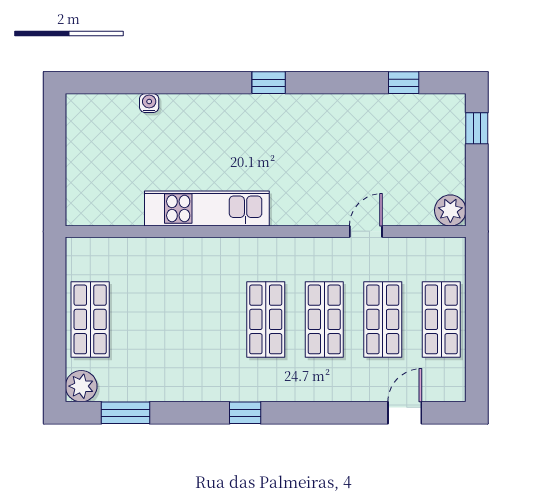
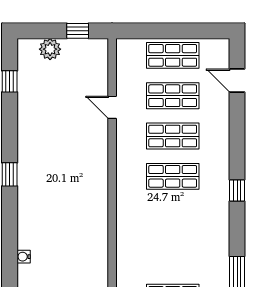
window: (477, 128) -> (78, 31), moved
kitchen unit: (207, 208) -> (96, 217), removed
plant: (450, 210) -> (50, 49), moved

